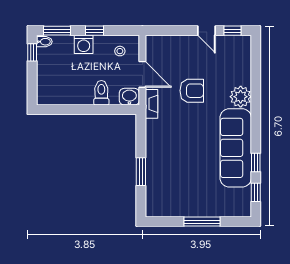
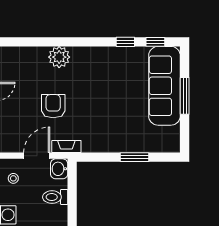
sofa: (236, 148) -> (164, 86), moved, turned 90

